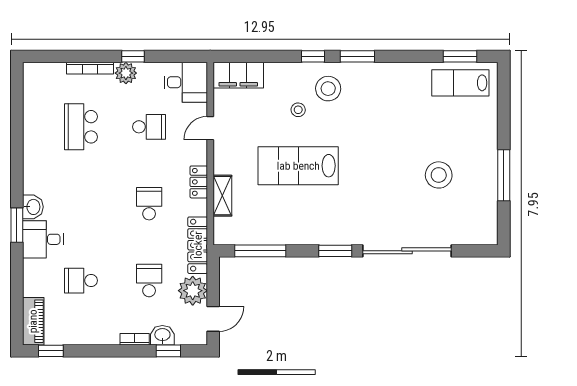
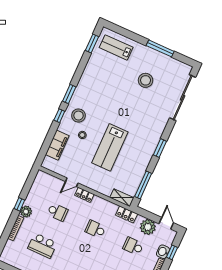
filing cabinet: (238, 75) -> (57, 145), moved
desk: (186, 82) -> (44, 184), removed
lab bench: (460, 83) -> (116, 47), moved, turned 90
school desk: (149, 127) -> (58, 212), turned 90
door: (210, 128) -> (72, 182), hinge flipped
locker: (199, 182) -> (84, 195), moved
shelving: (222, 196) -> (122, 198), moved
locker: (198, 245) -> (127, 214), width x0.66
sliding door: (407, 251) -> (183, 98), moved

